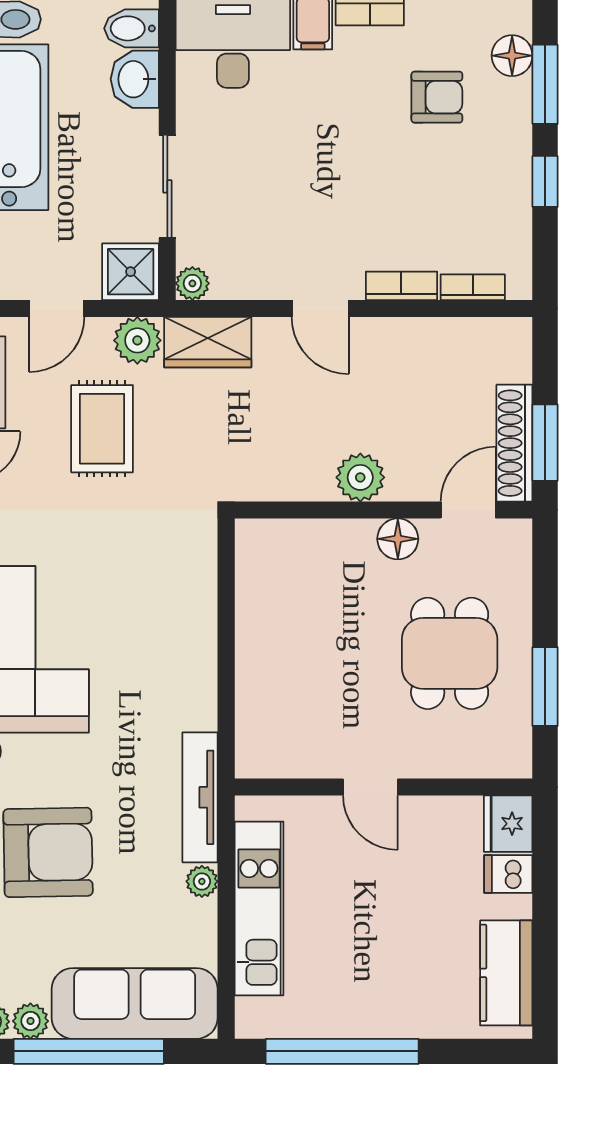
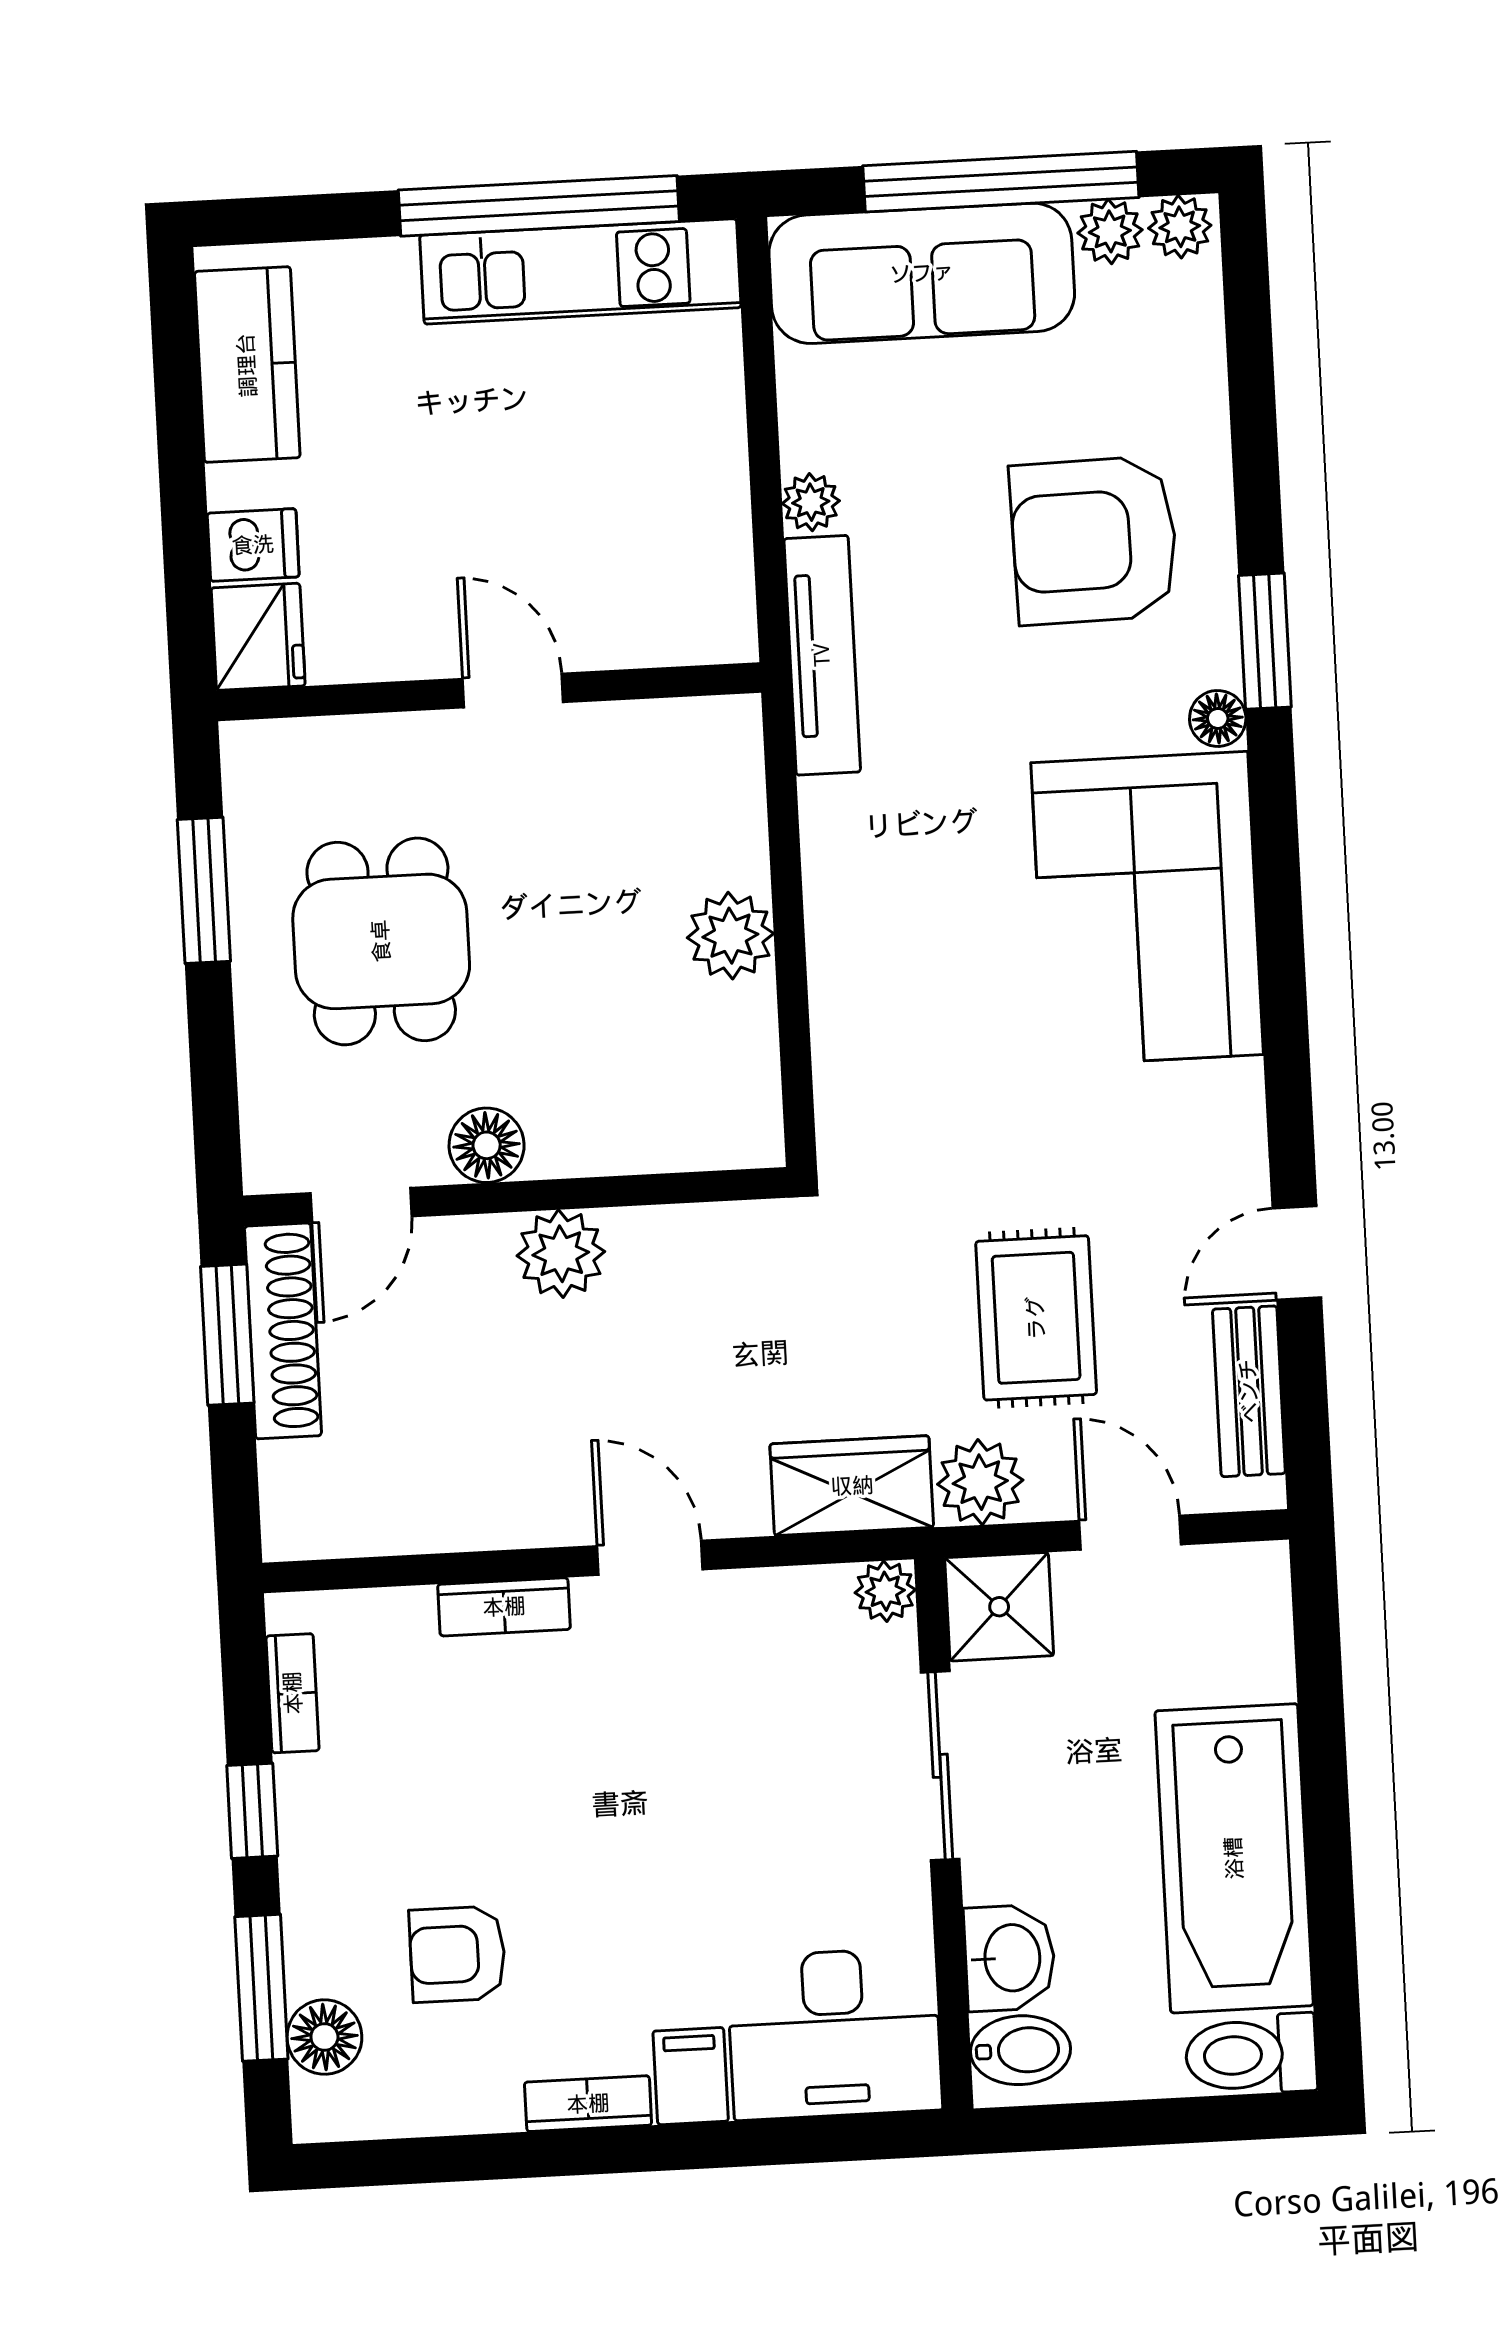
bookcase: (473, 287) -> (293, 1693), moved, turned -90
door: (57, 308) -> (1130, 1533), hinge flipped
plant: (258, 647) -> (730, 936), added
kitchen unit: (259, 908) -> (580, 271), moved, turned -90

